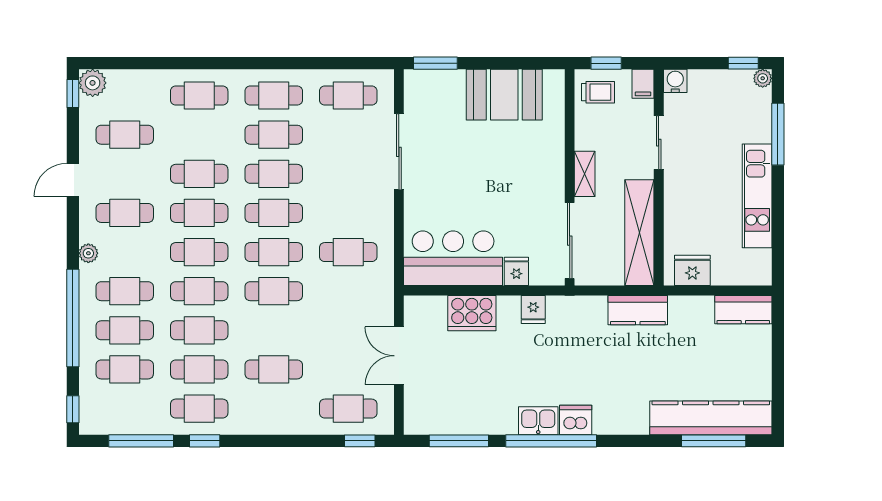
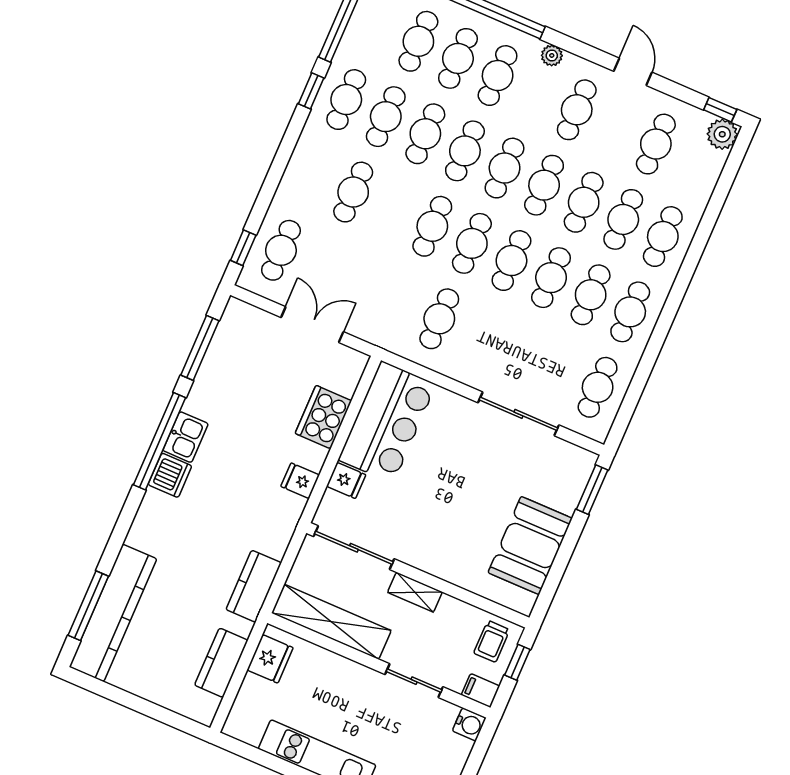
cafe table: (199, 135) -> (623, 219), added
kitchen counter: (743, 310) -> (221, 663), moved

